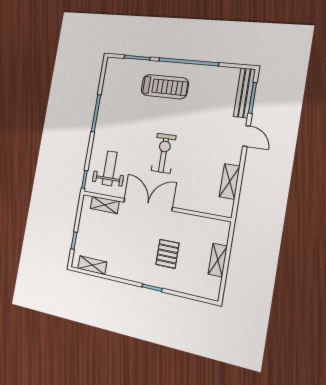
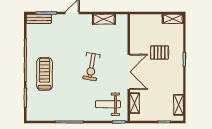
bench: (244, 93) -> (39, 19), width x0.73
exercise bike: (164, 153) -> (92, 67), turned -81
double door: (148, 205) -> (129, 72), swing flipped
shelving: (218, 260) -> (173, 19), moved

